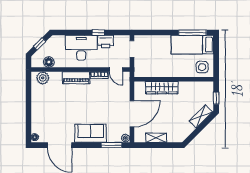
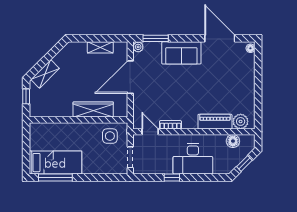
printer: (106, 42) -> (163, 166), removed
side table: (202, 67) -> (110, 136), moved
piano: (76, 78) -> (215, 122), moved

